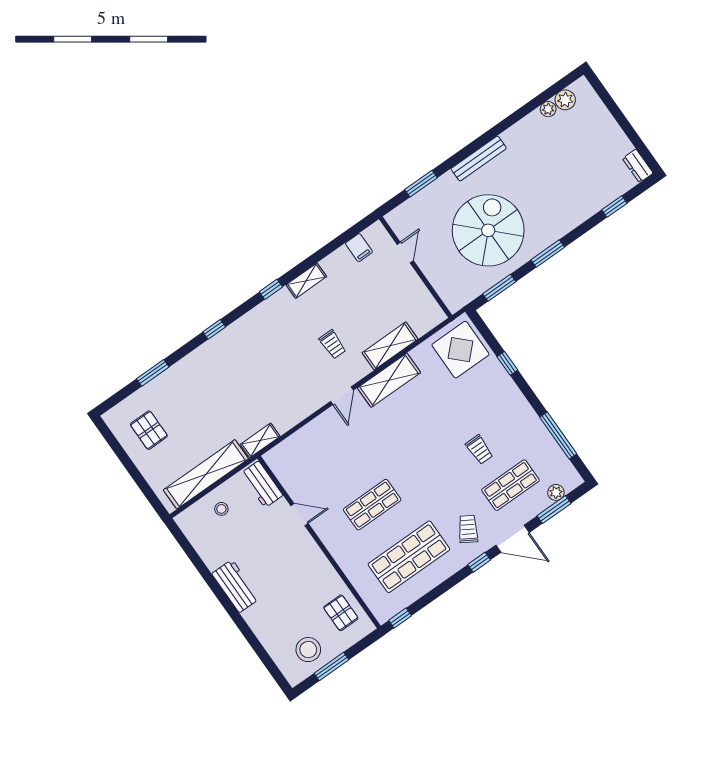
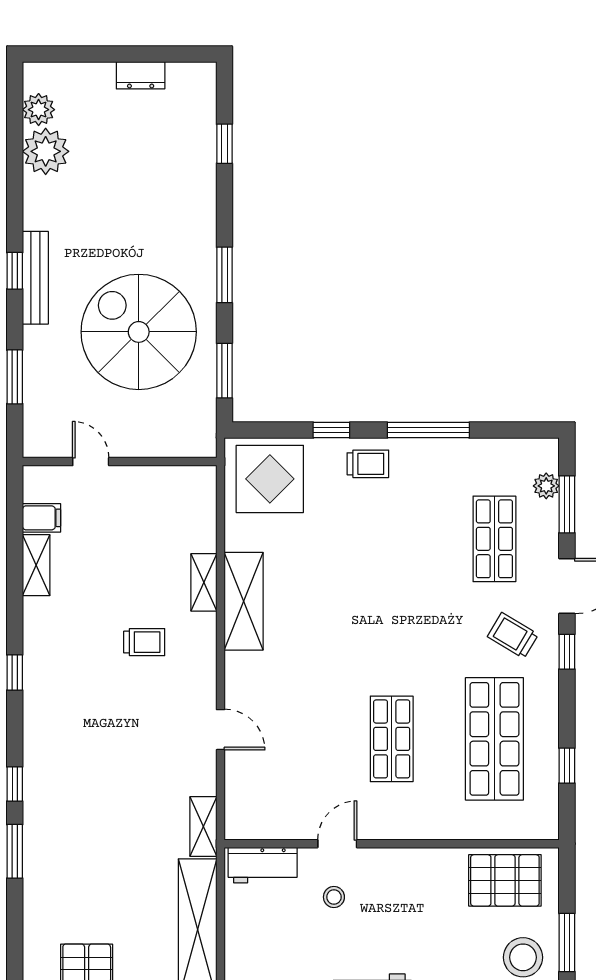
plant: (548, 109) -> (46, 151), width x1.88, depth x1.88
window: (475, 146) -> (15, 271), added
dresser: (638, 166) -> (141, 75), moved
shelving: (306, 281) -> (36, 565), moved
shelving: (390, 346) -> (204, 582), width x0.67, depth x0.75
window: (153, 373) -> (15, 851), moved
door: (342, 396) -> (220, 730), moved
window: (558, 436) -> (428, 430), moved
trolley: (479, 450) -> (368, 464), moved
stool: (221, 509) -> (334, 897), moved
pallet: (341, 613) -> (505, 880), width x1.50, depth x1.42
window: (400, 618) -> (567, 766), moved

